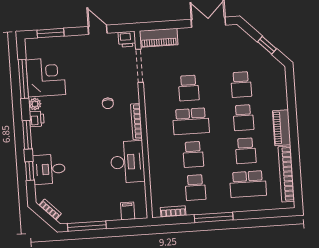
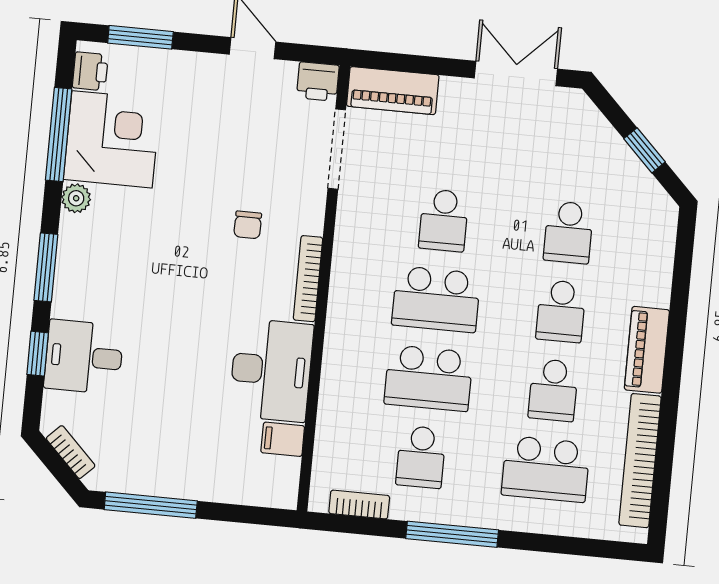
printer: (37, 119) -> (90, 71), moved
school desk: (193, 154) -> (429, 378), width x1.85
filing cabinet: (128, 211) -> (283, 439), moved, turned -90

